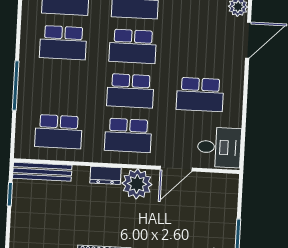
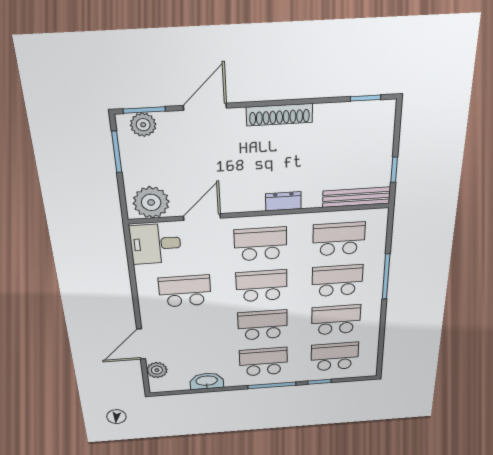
school desk: (61, 87) -> (337, 281), added
plant: (137, 184) -> (151, 202), moved

